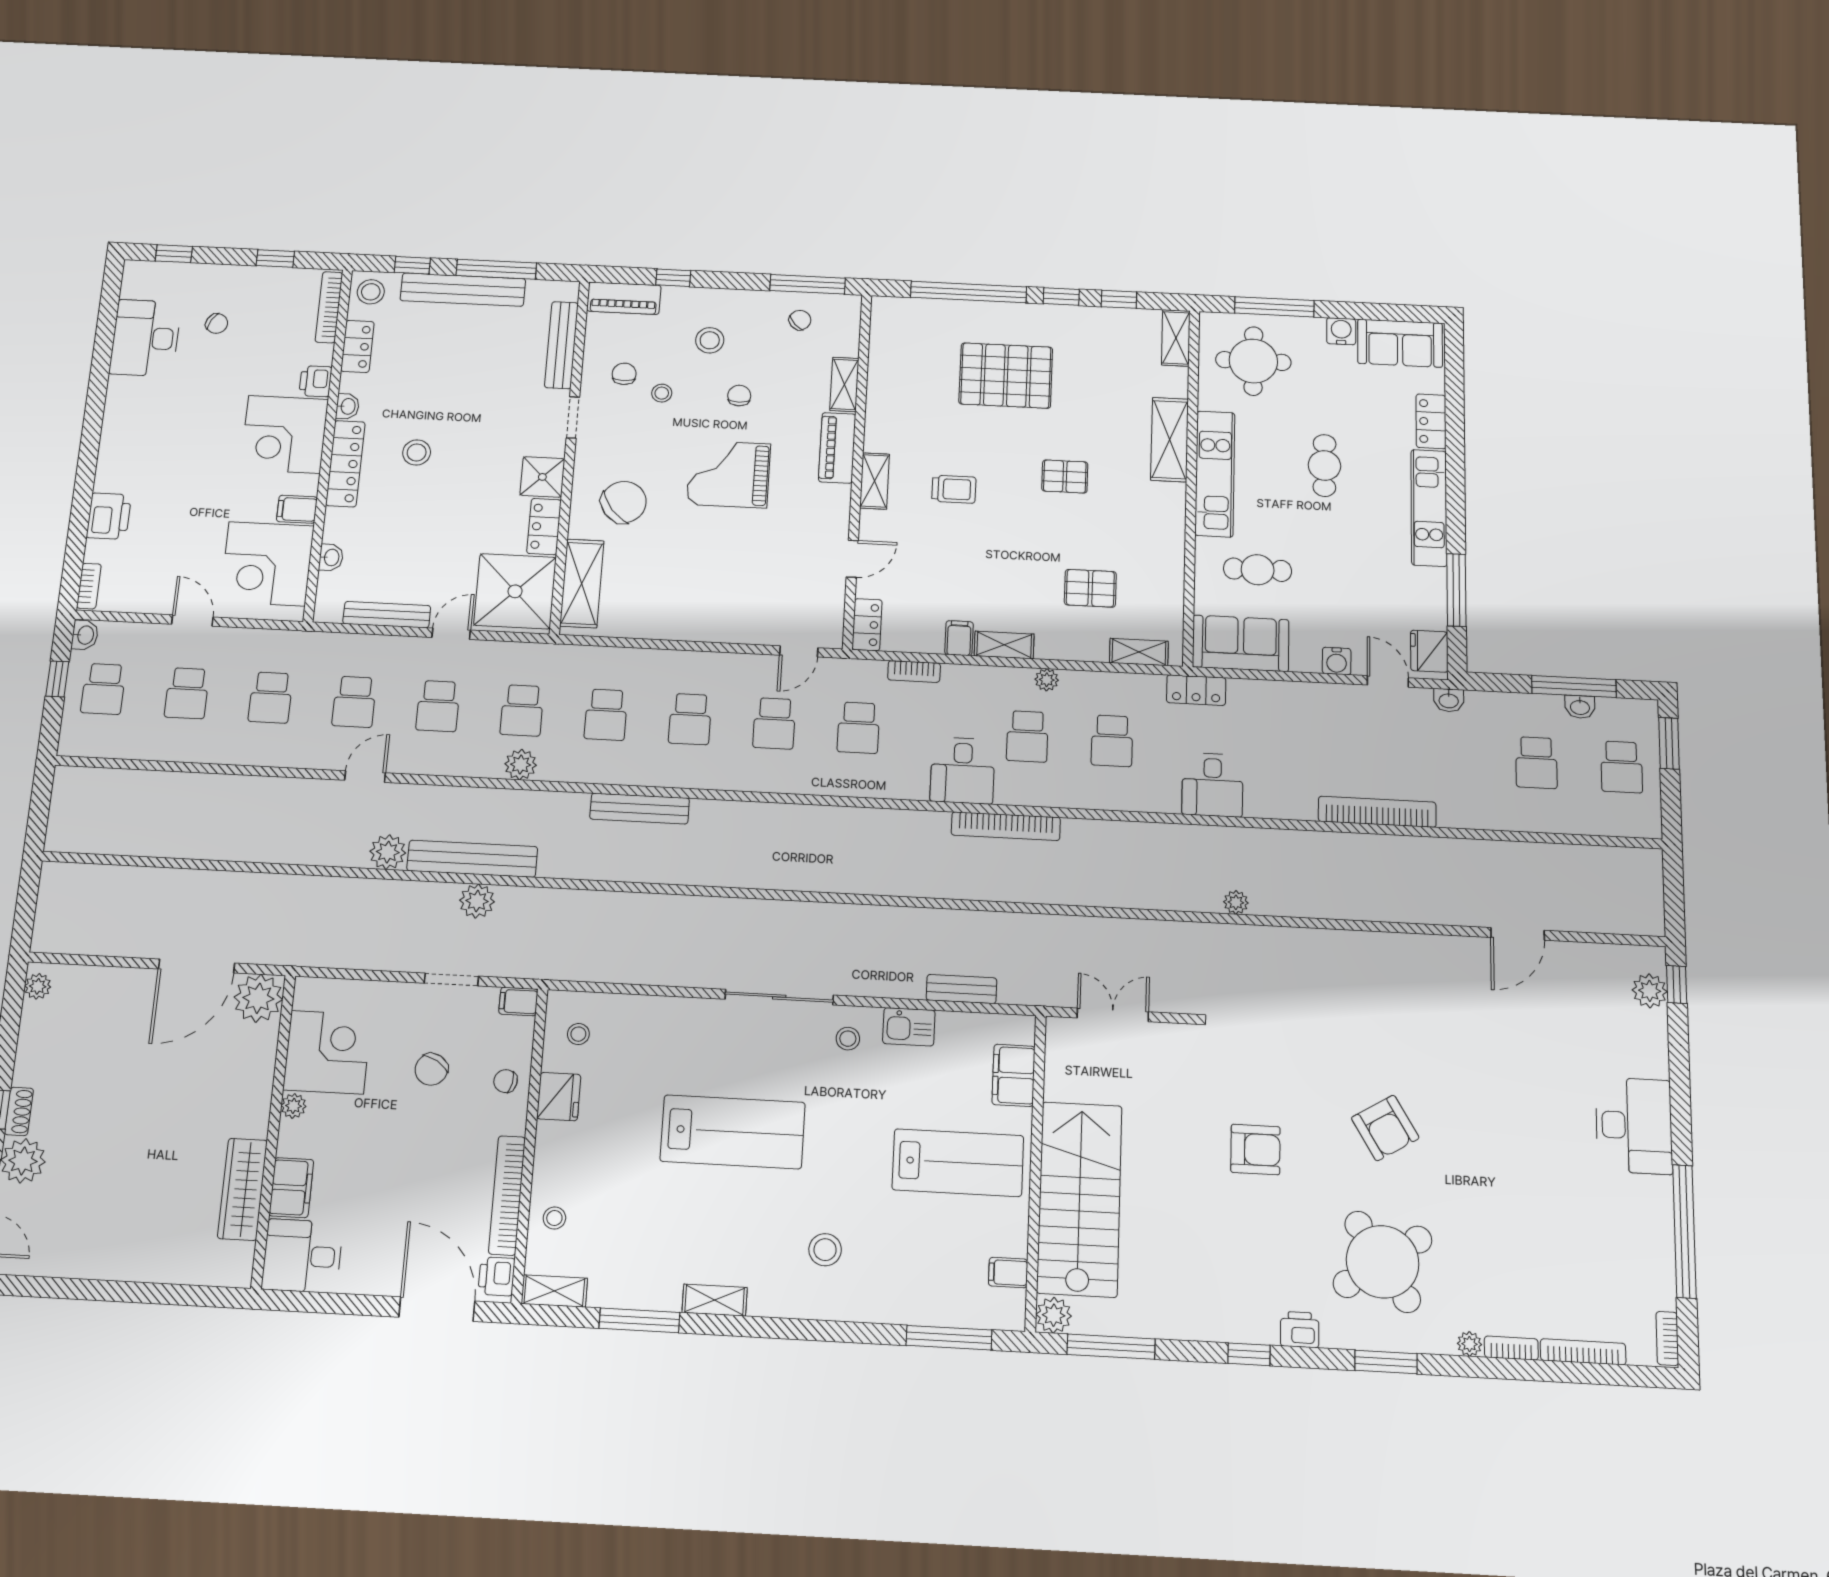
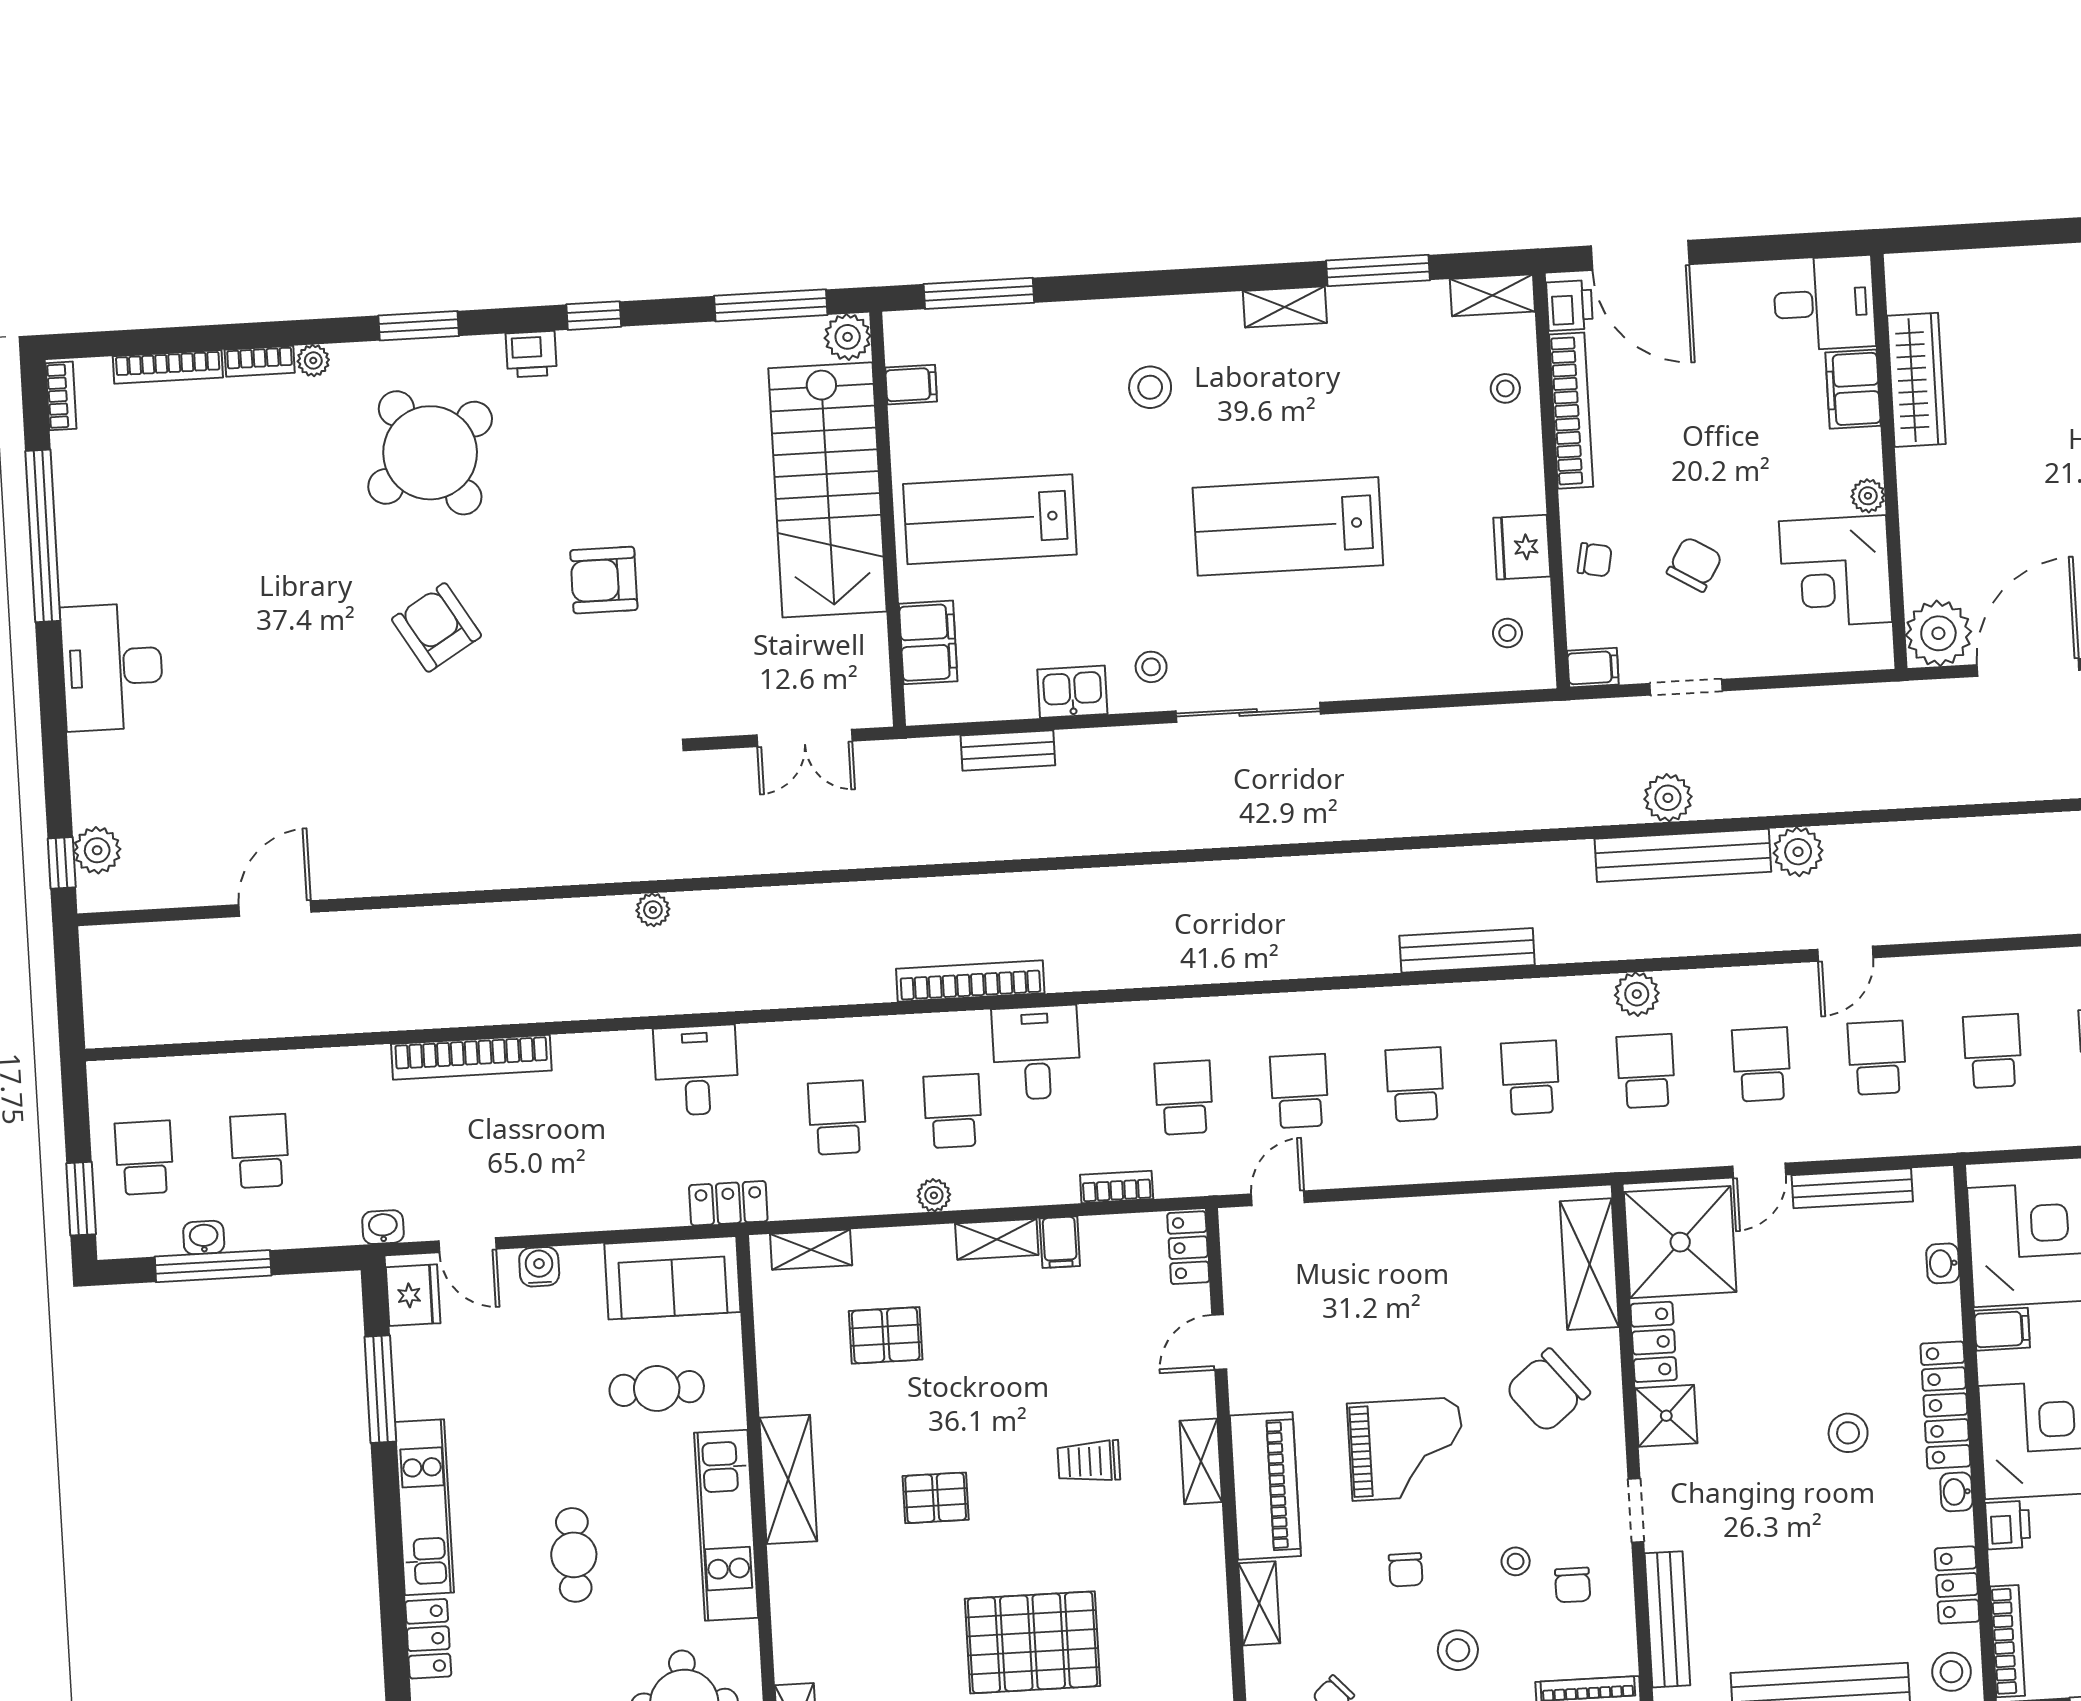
shelving: (1170, 440) -> (788, 1479), moved
piano: (837, 448) -> (1265, 1486), width x1.37, depth x1.33

